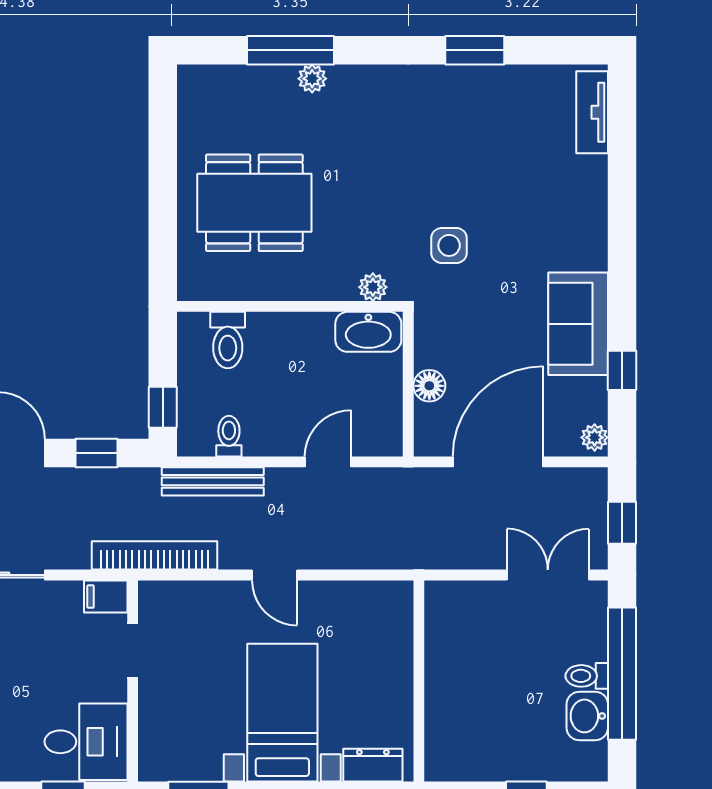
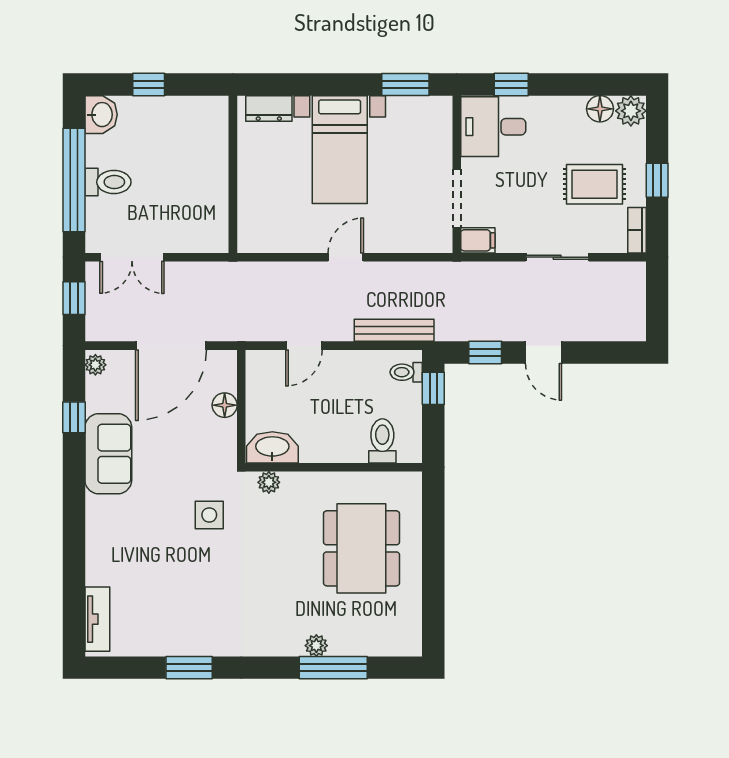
dining table: (254, 203) -> (361, 548), turned 90
toilet: (229, 436) -> (406, 372), moved, turned 90
bookcase: (154, 555) -> (440, 272), removed
door: (275, 575) -> (346, 257), hinge flipped
doorway: (133, 650) -> (457, 198), width x1.38
toilet: (587, 676) -> (108, 182), width x1.37, depth x1.39
washbasin: (587, 716) -> (101, 115), moved

